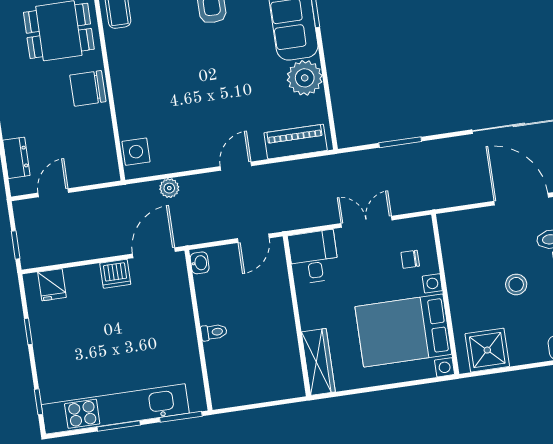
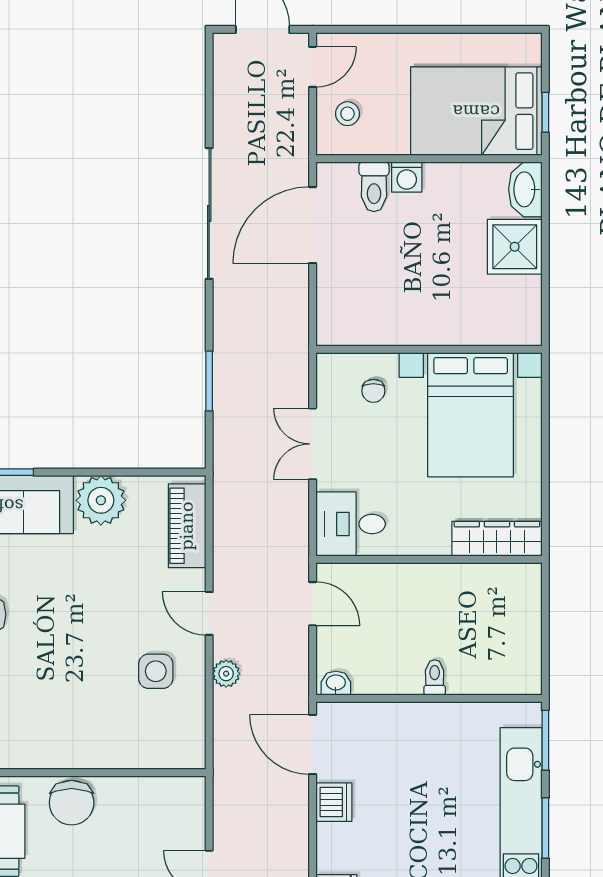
side table: (136, 152) -> (156, 671), moved
plant: (169, 188) -> (226, 674), moved
stool: (516, 284) -> (430, 249), removed
shower: (487, 350) -> (515, 247), moved

